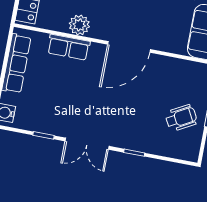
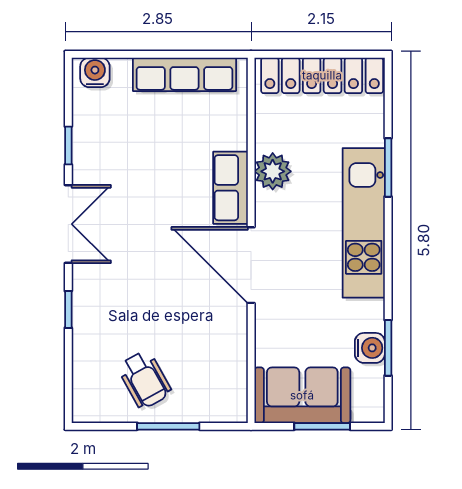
row of seats: (69, 47) -> (230, 188), moved
double door: (87, 144) -> (68, 224), swing flipped

